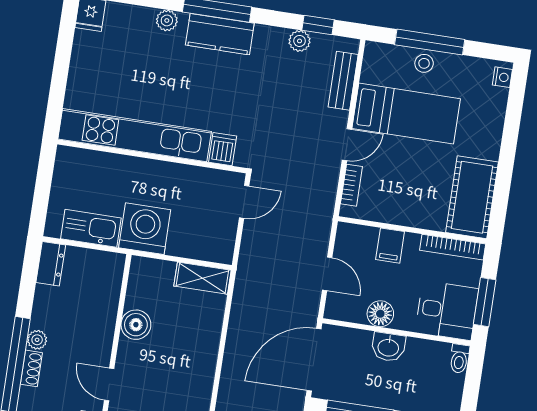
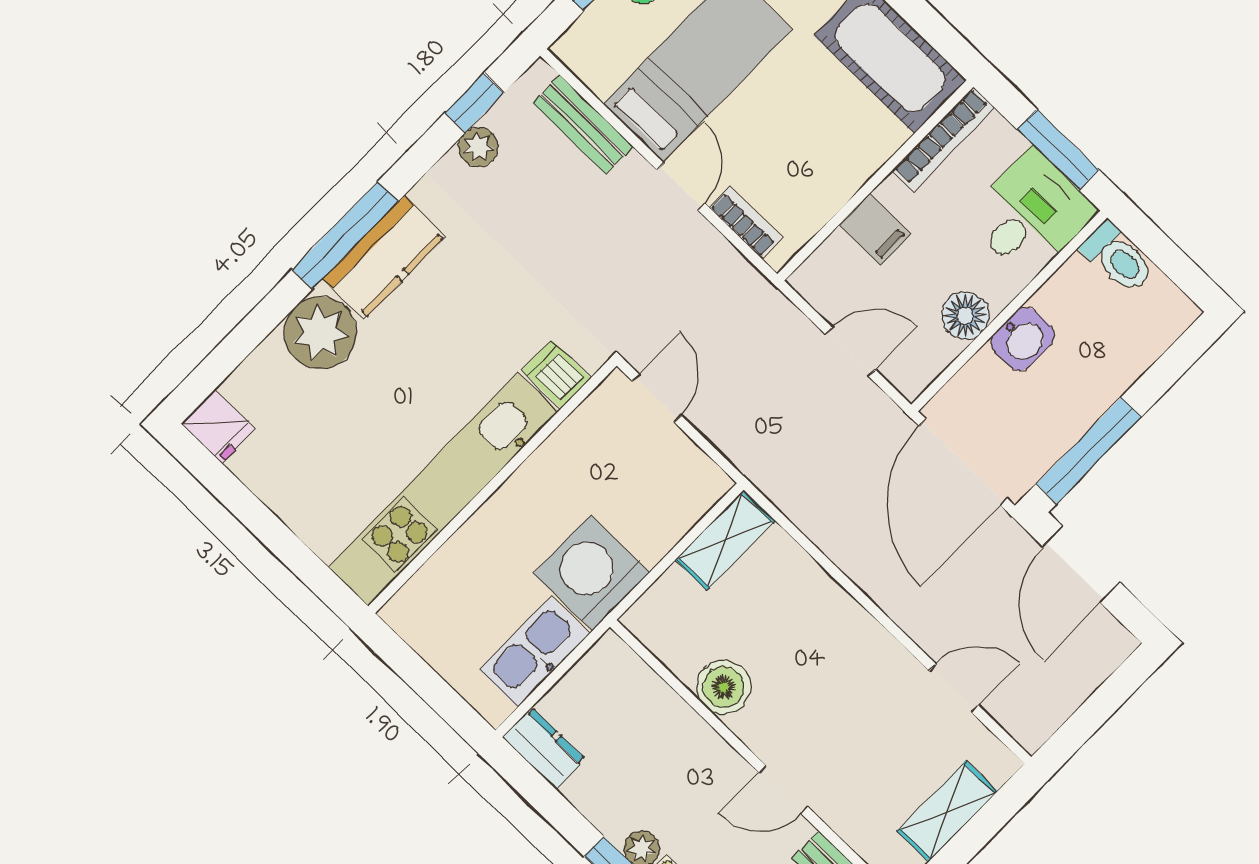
plant: (167, 20) -> (320, 333), width x1.87, depth x1.87
toilet: (459, 359) -> (1118, 258), width x1.37, depth x1.39

